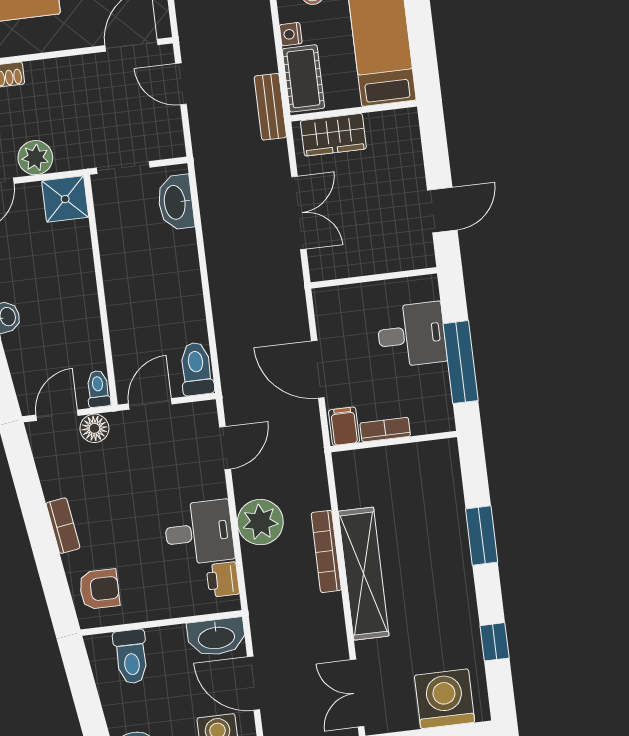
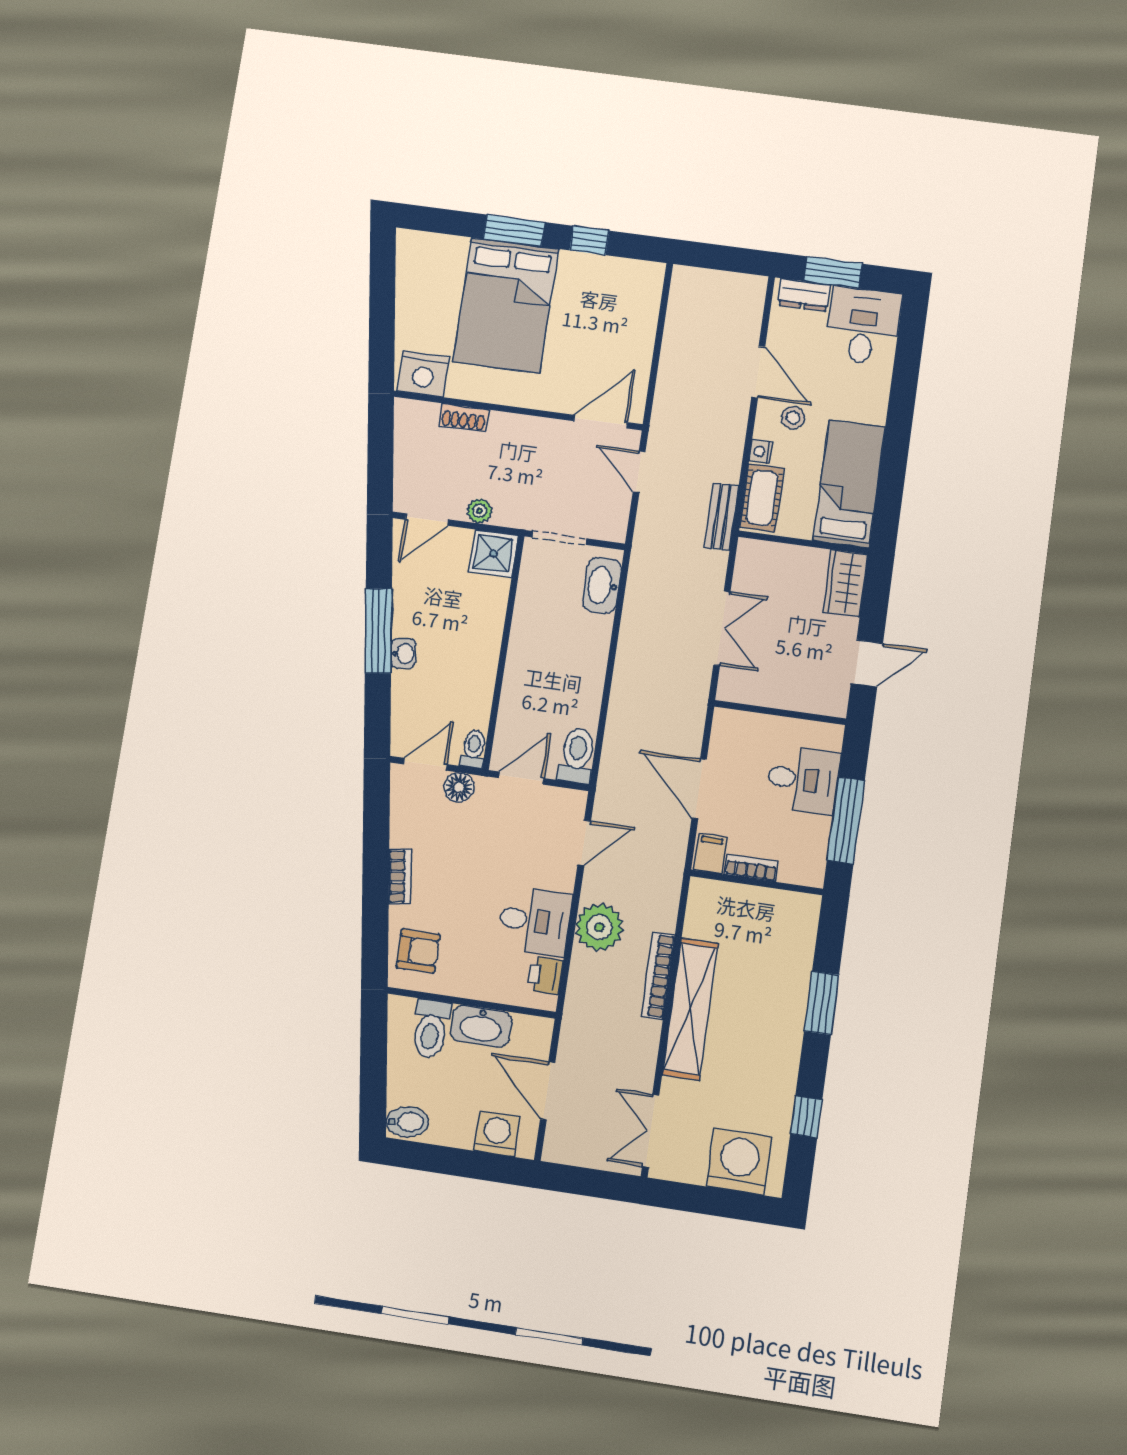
wardrobe: (333, 135) -> (845, 583), moved, turned 90
plant: (35, 158) -> (480, 511), width x0.73, depth x0.73
washbasin: (216, 637) -> (481, 1026), moved

